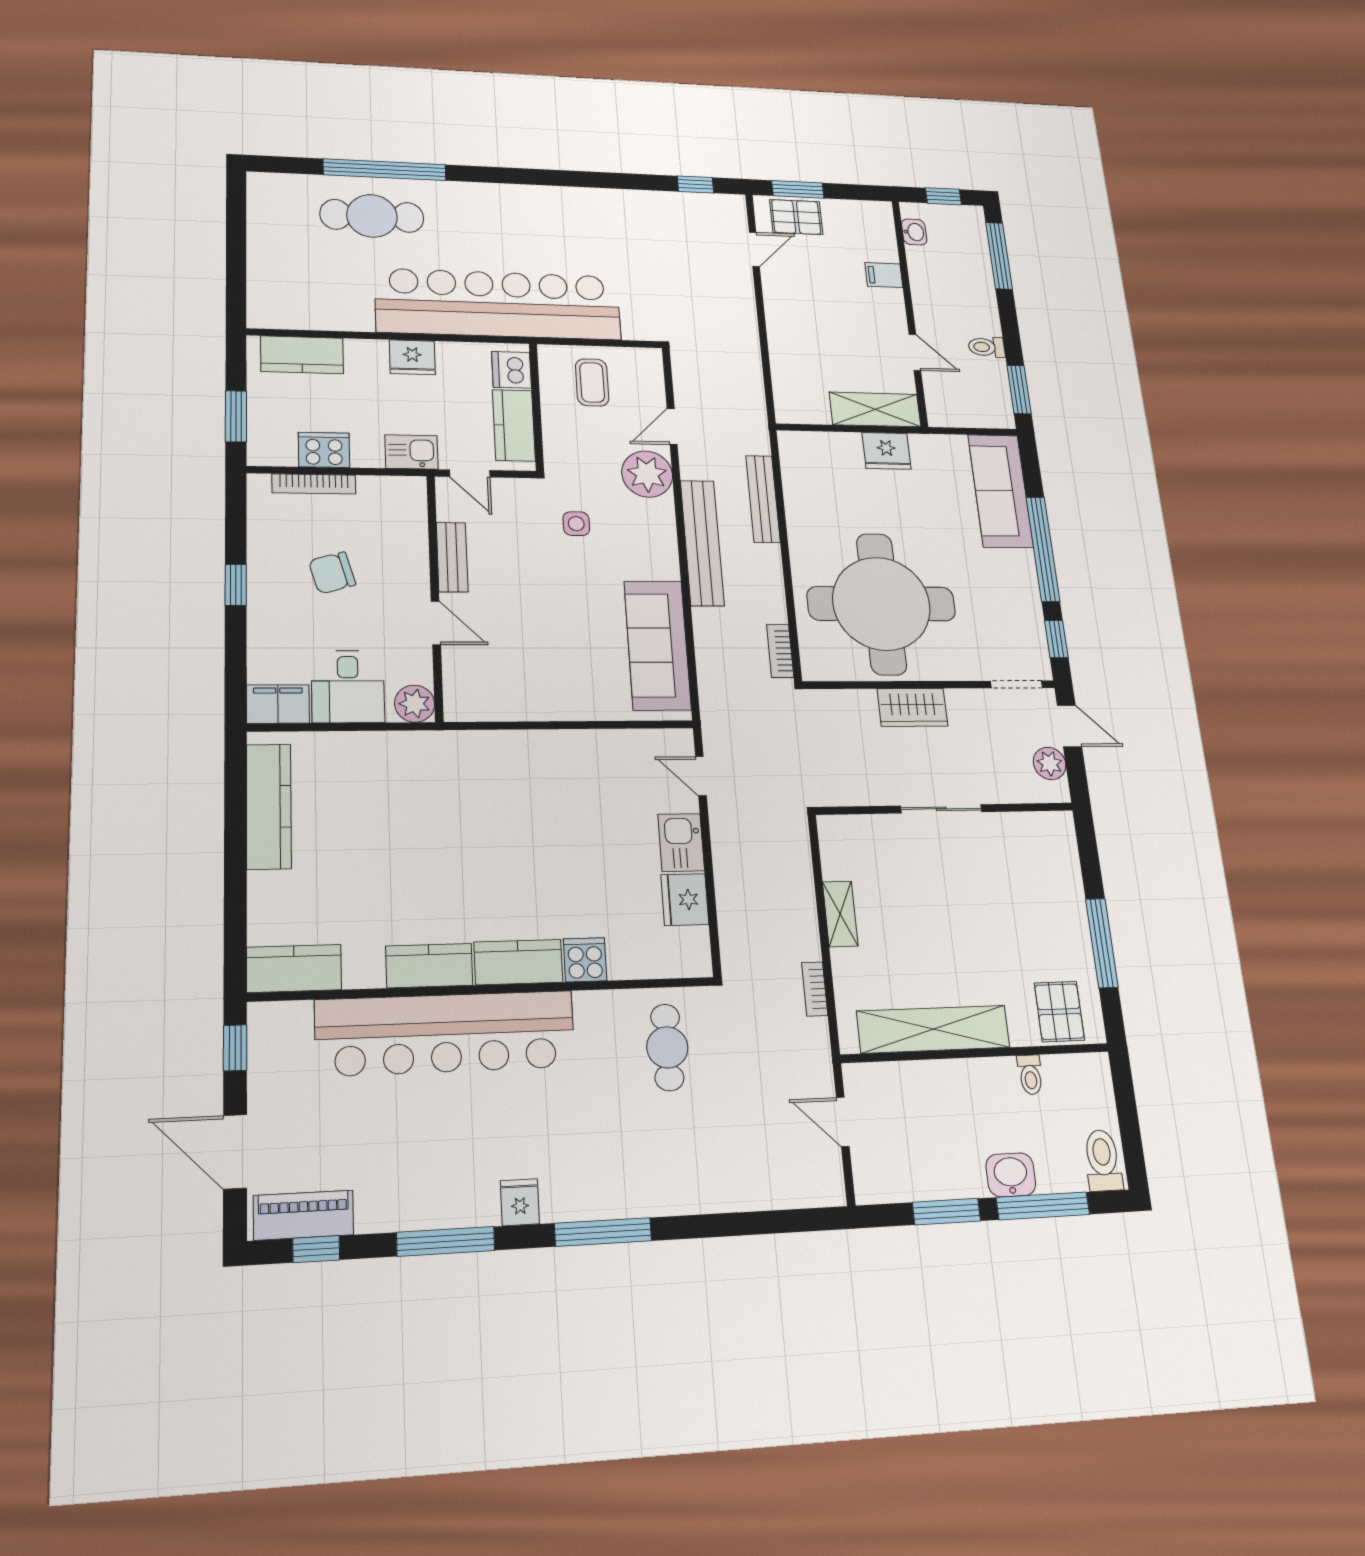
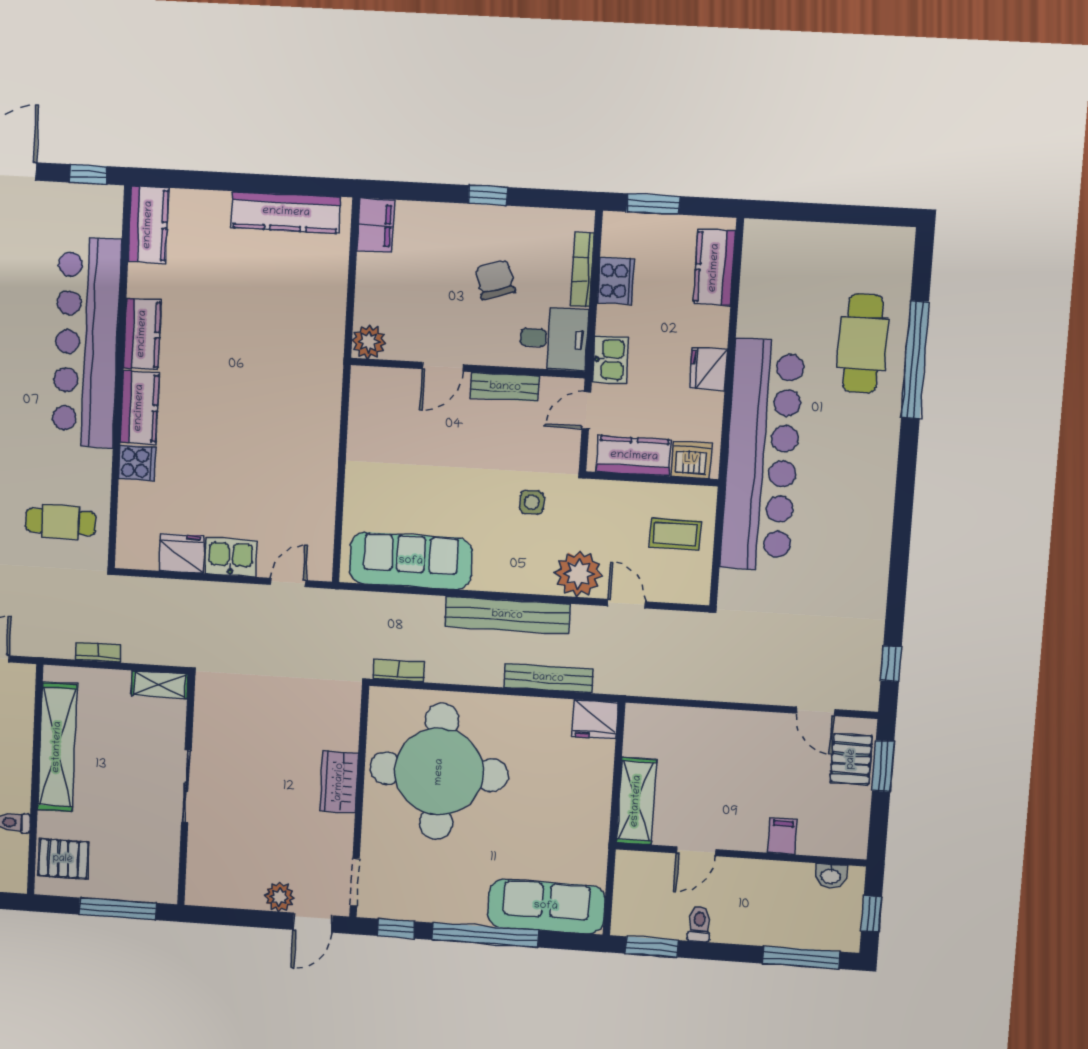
fridge: (887, 451) -> (595, 719), moved, turned -90
desk: (348, 687) -> (554, 339), moved, turned 180
sliding door: (941, 809) -> (186, 787), moved
wall: (945, 809) -> (186, 790), moved

